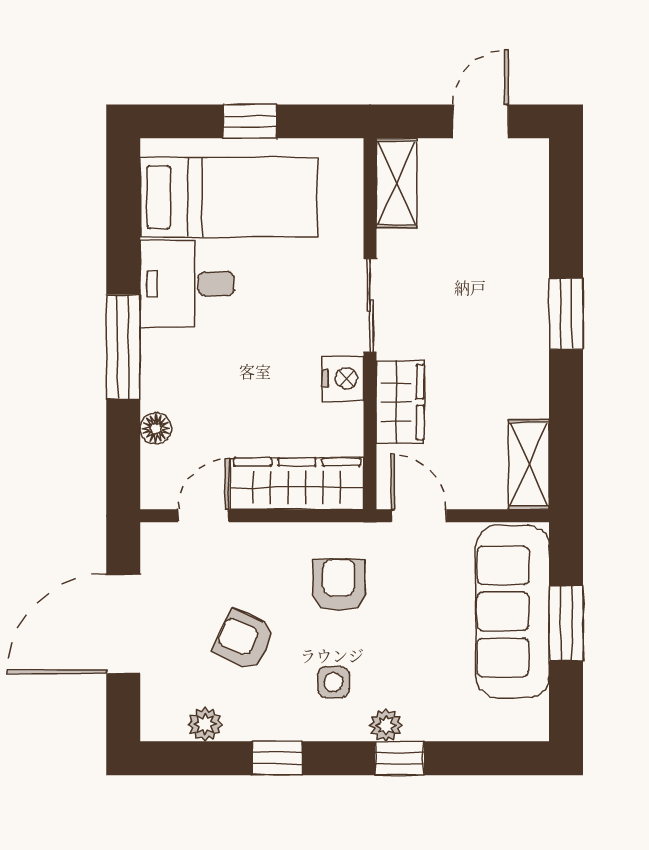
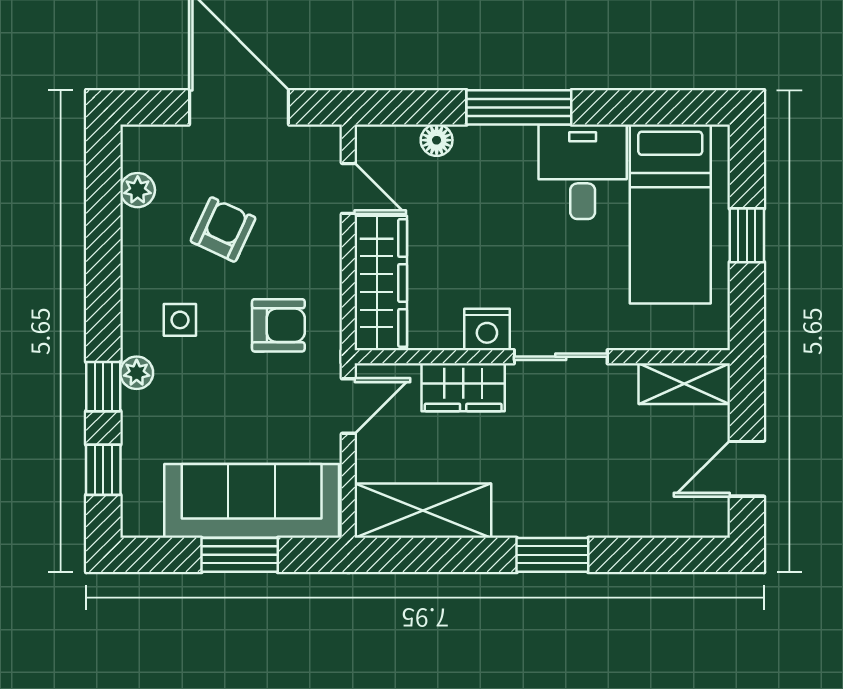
door: (481, 121) -> (747, 469), swing flipped
shelving: (529, 464) -> (423, 511), width x1.50, depth x1.33
window: (277, 758) -> (103, 470), moved

